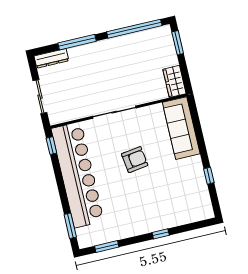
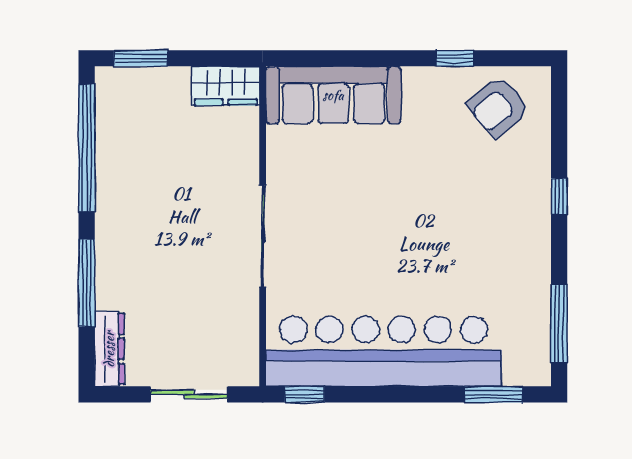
armchair: (135, 160) -> (498, 107), moved, turned -121
window: (107, 246) -> (559, 324), width x1.44

